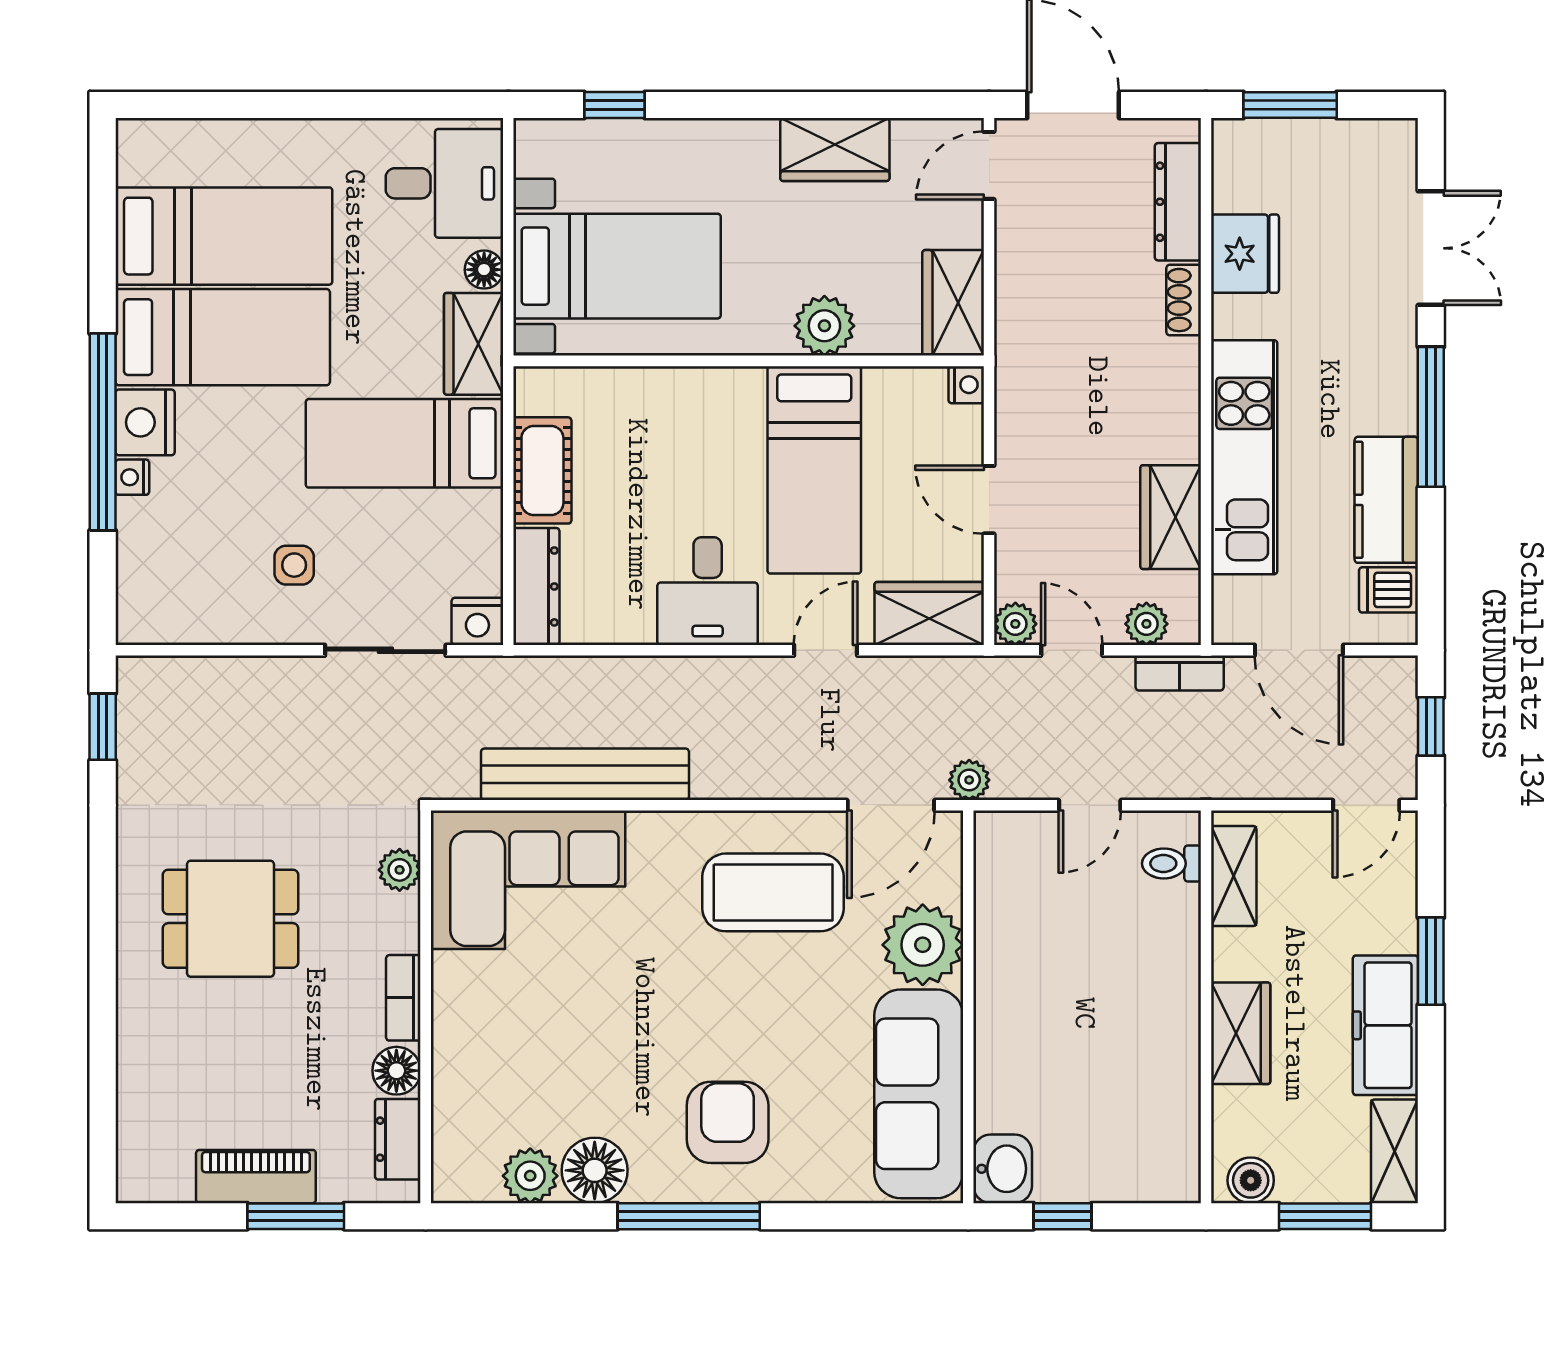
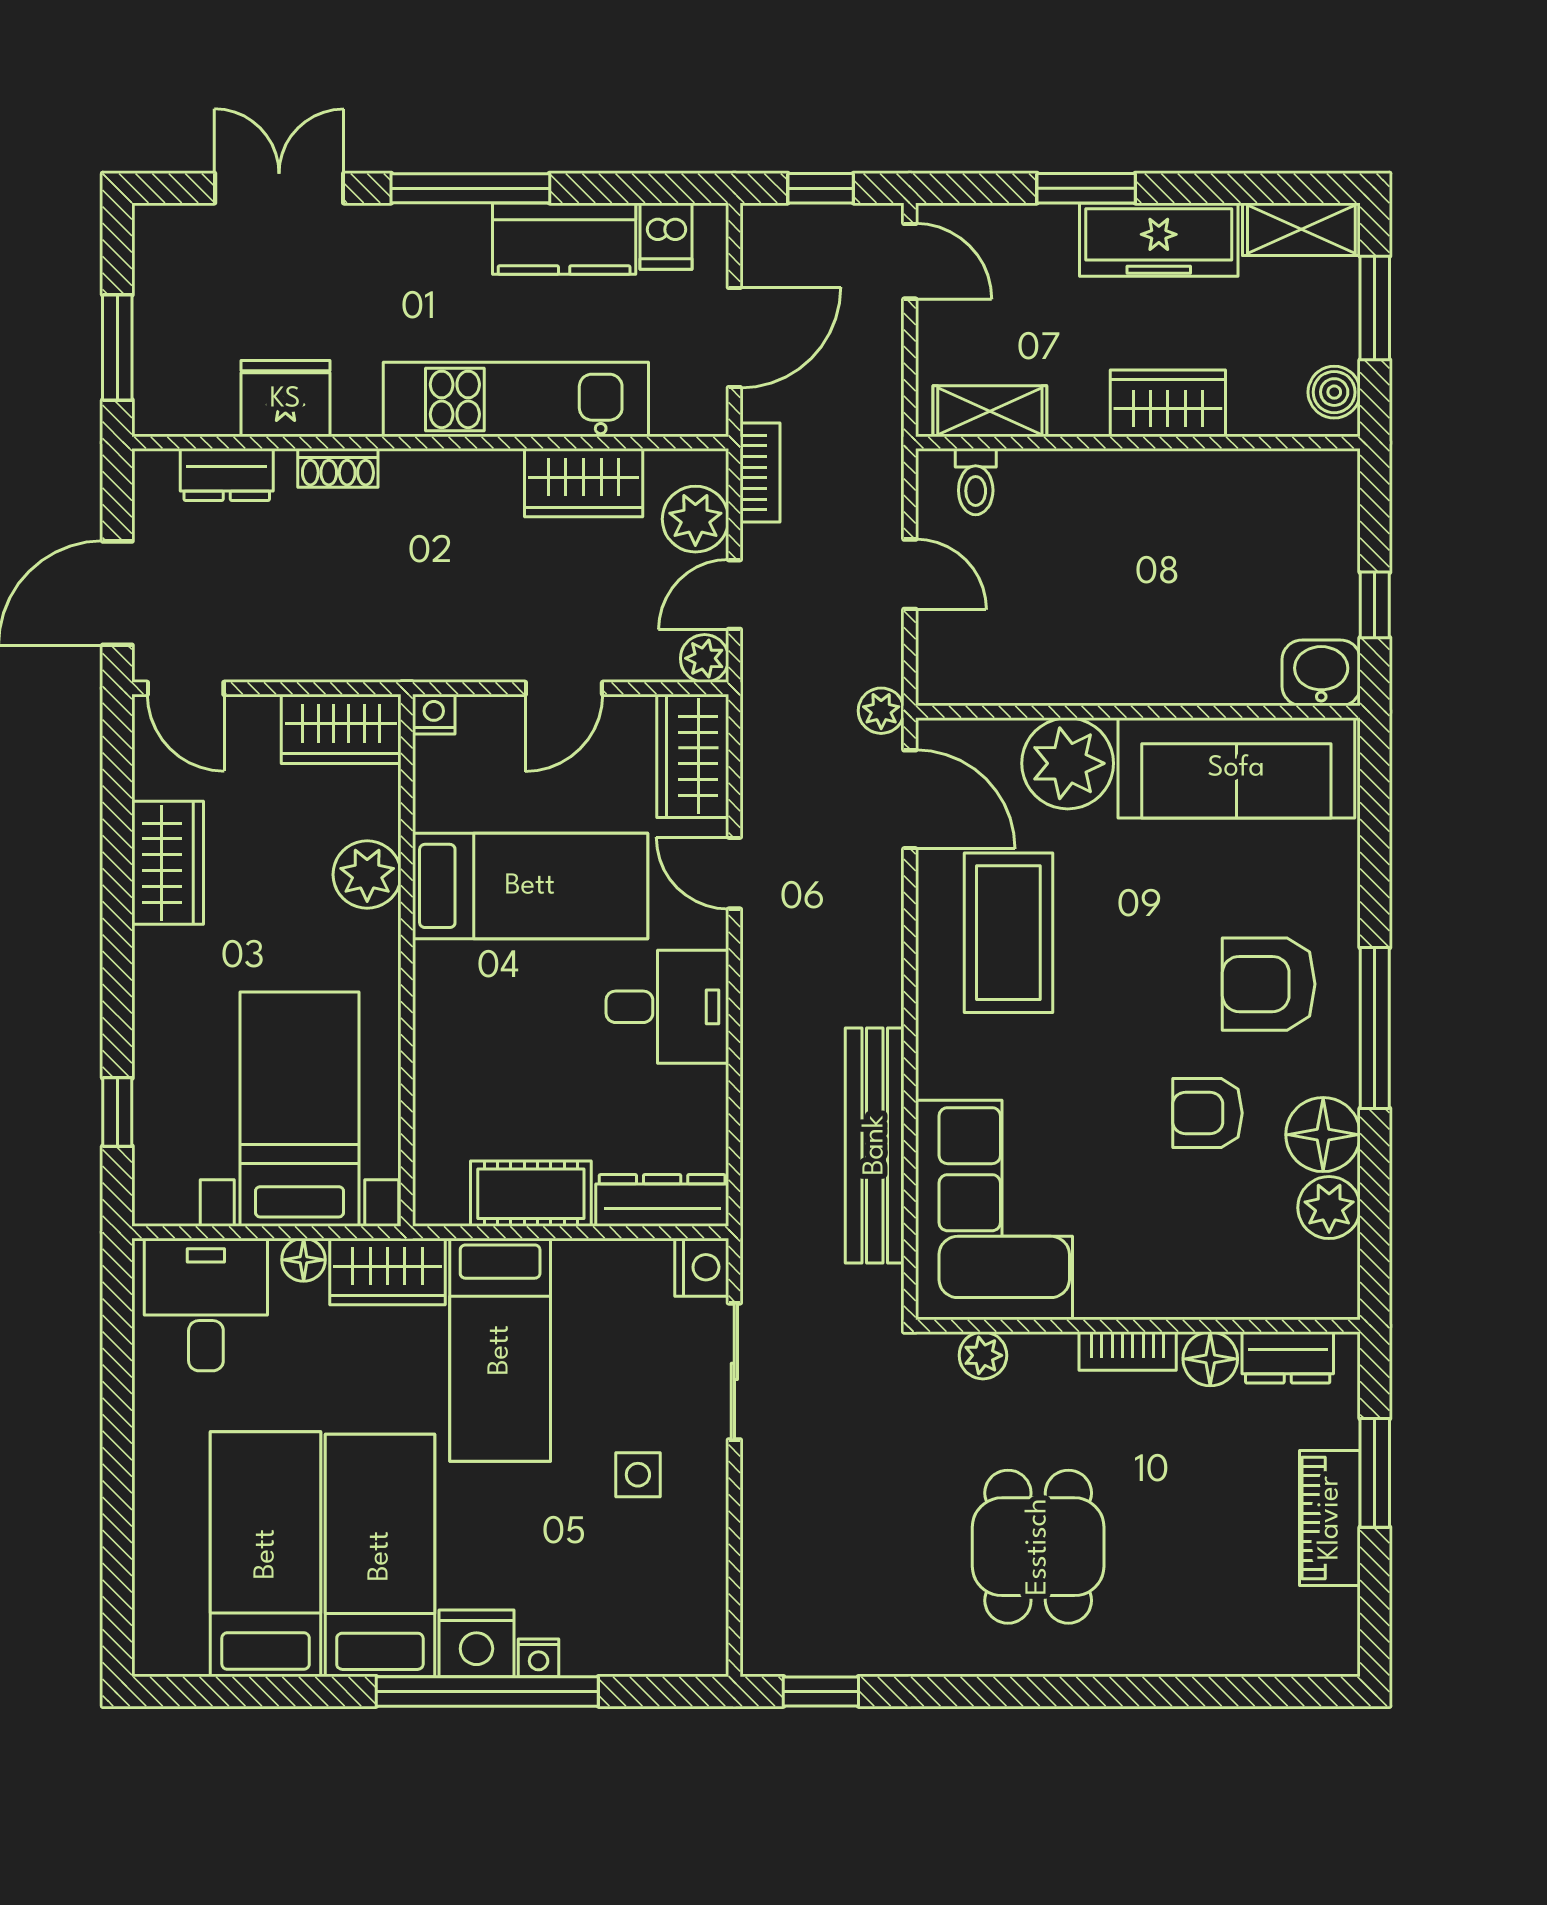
dresser: (1178, 202) -> (227, 475), width x0.70
plant: (1146, 624) -> (695, 519), width x1.38, depth x1.38
armchair: (614, 1068) -> (1207, 1113), added

